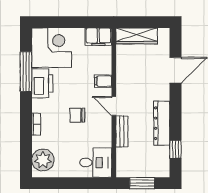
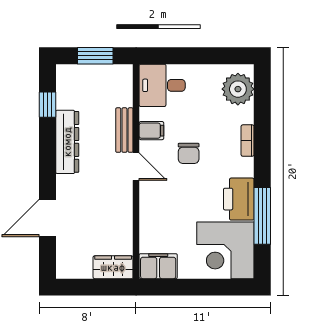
wardrobe: (137, 36) -> (113, 267), width x0.67
filing cabinet: (103, 81) -> (151, 131), moved
chair: (77, 115) -> (189, 153), turned 90

